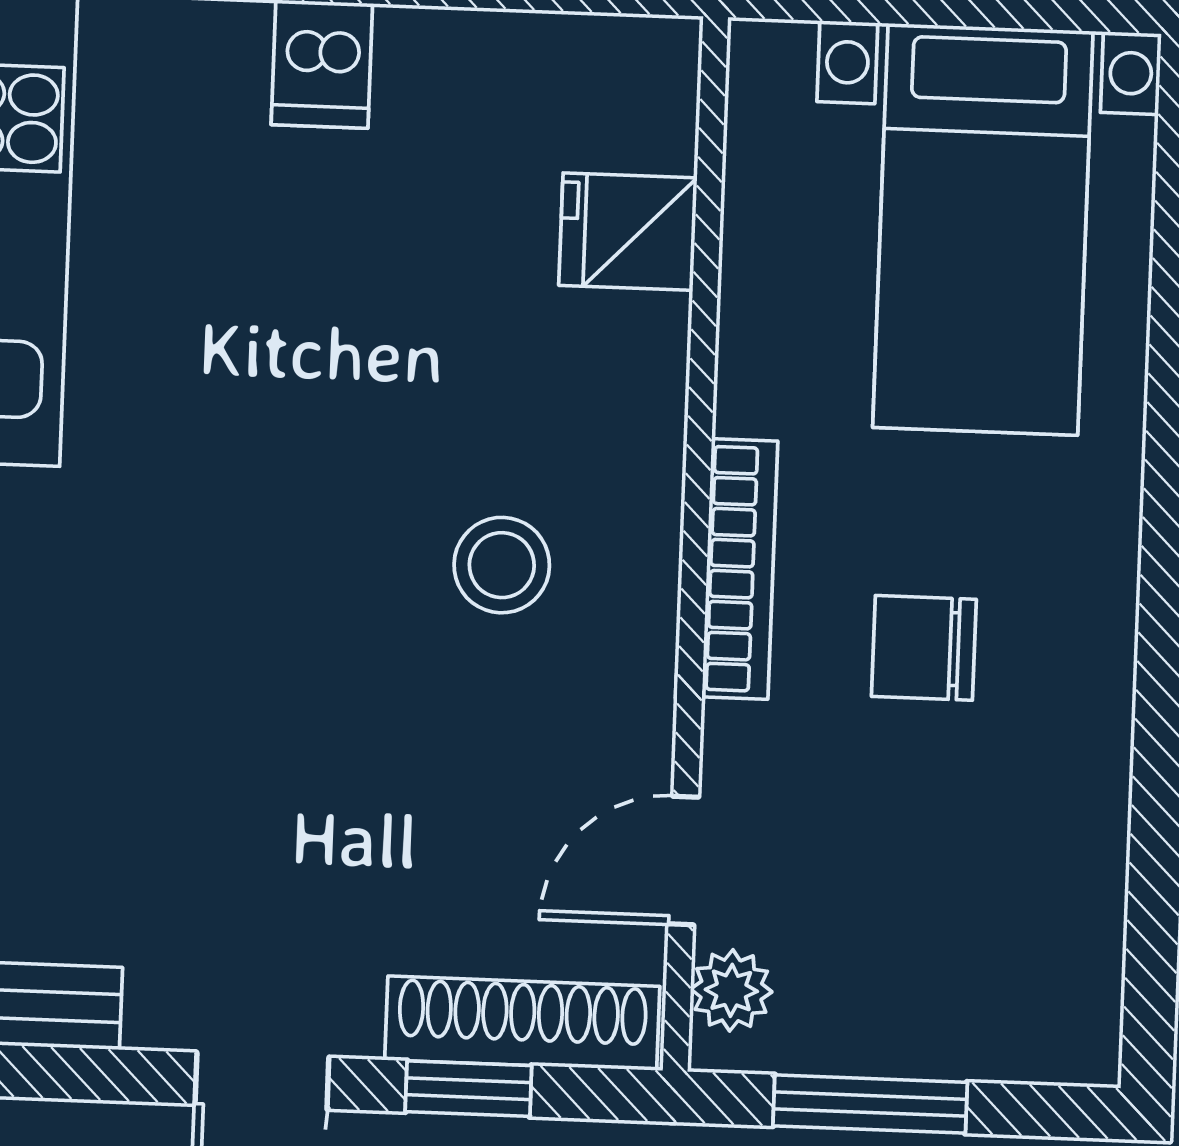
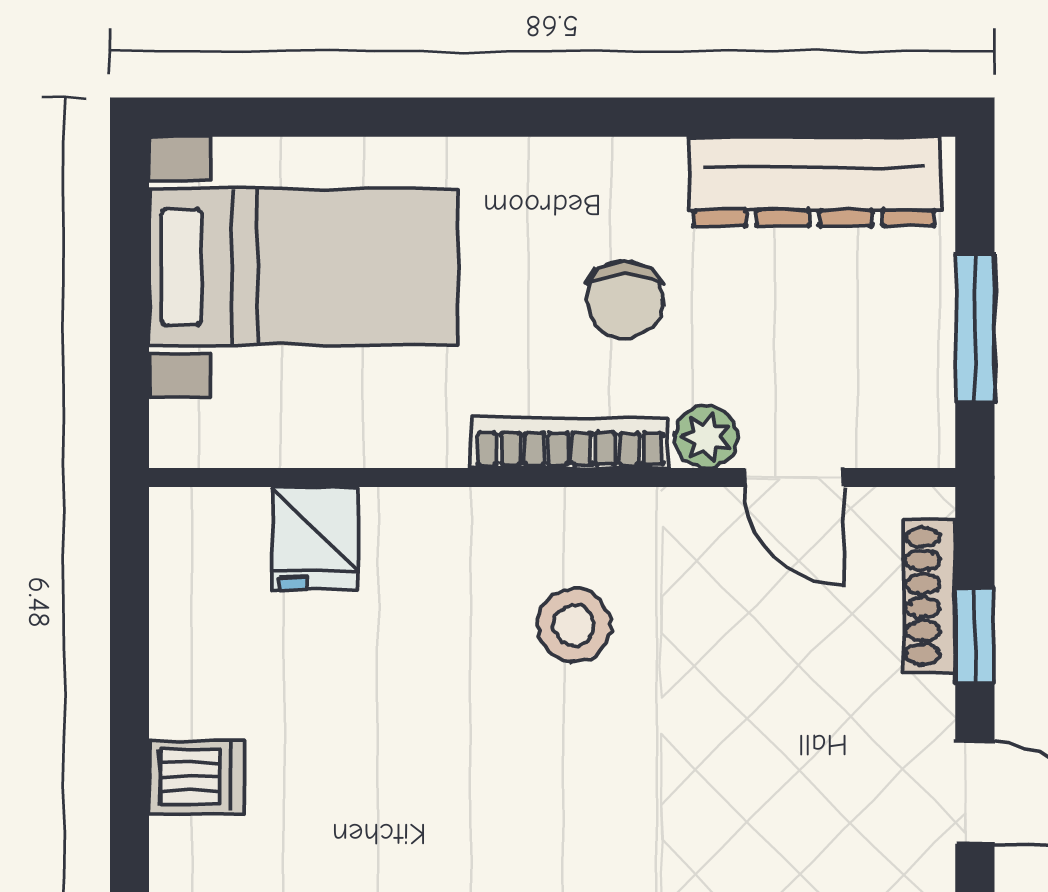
dresser: (1069, 901) -> (814, 181), added
plant: (731, 990) -> (706, 437), moved
shoe rack: (522, 1023) -> (929, 596), width x0.74, depth x0.81

